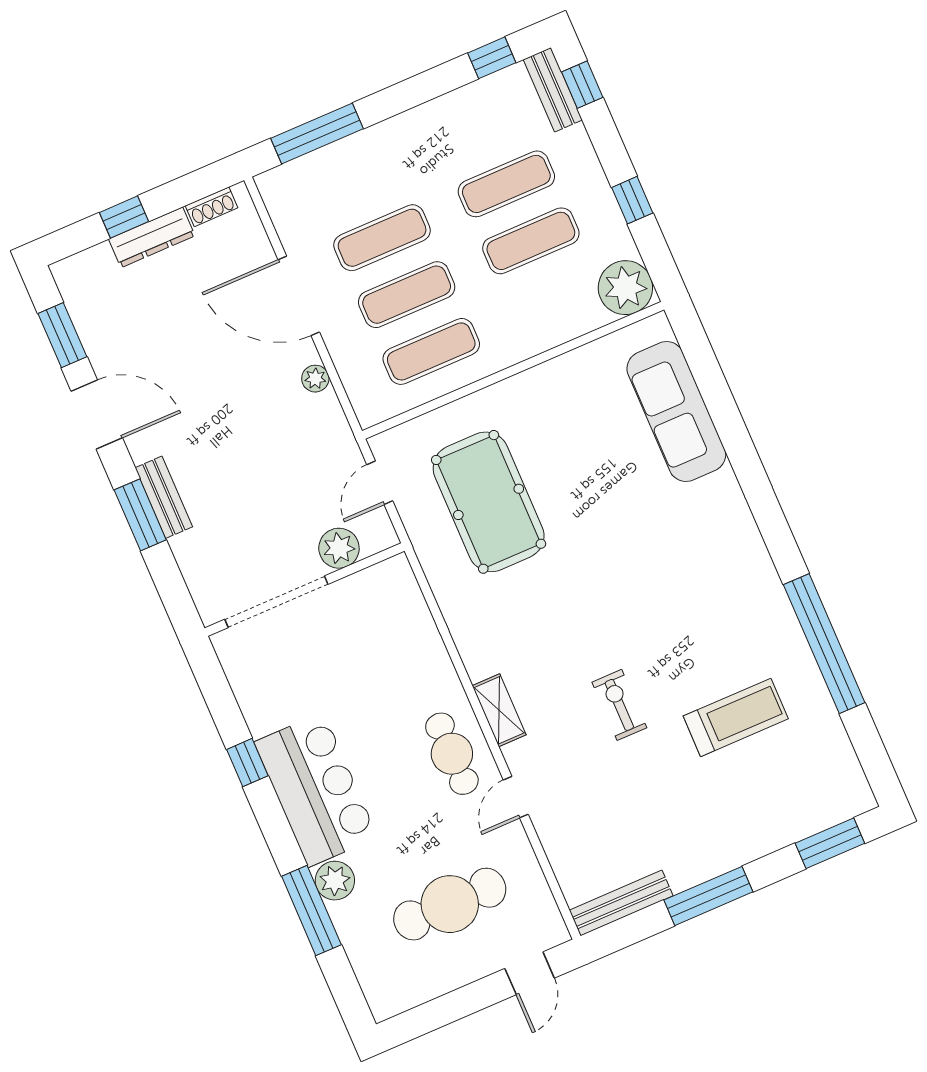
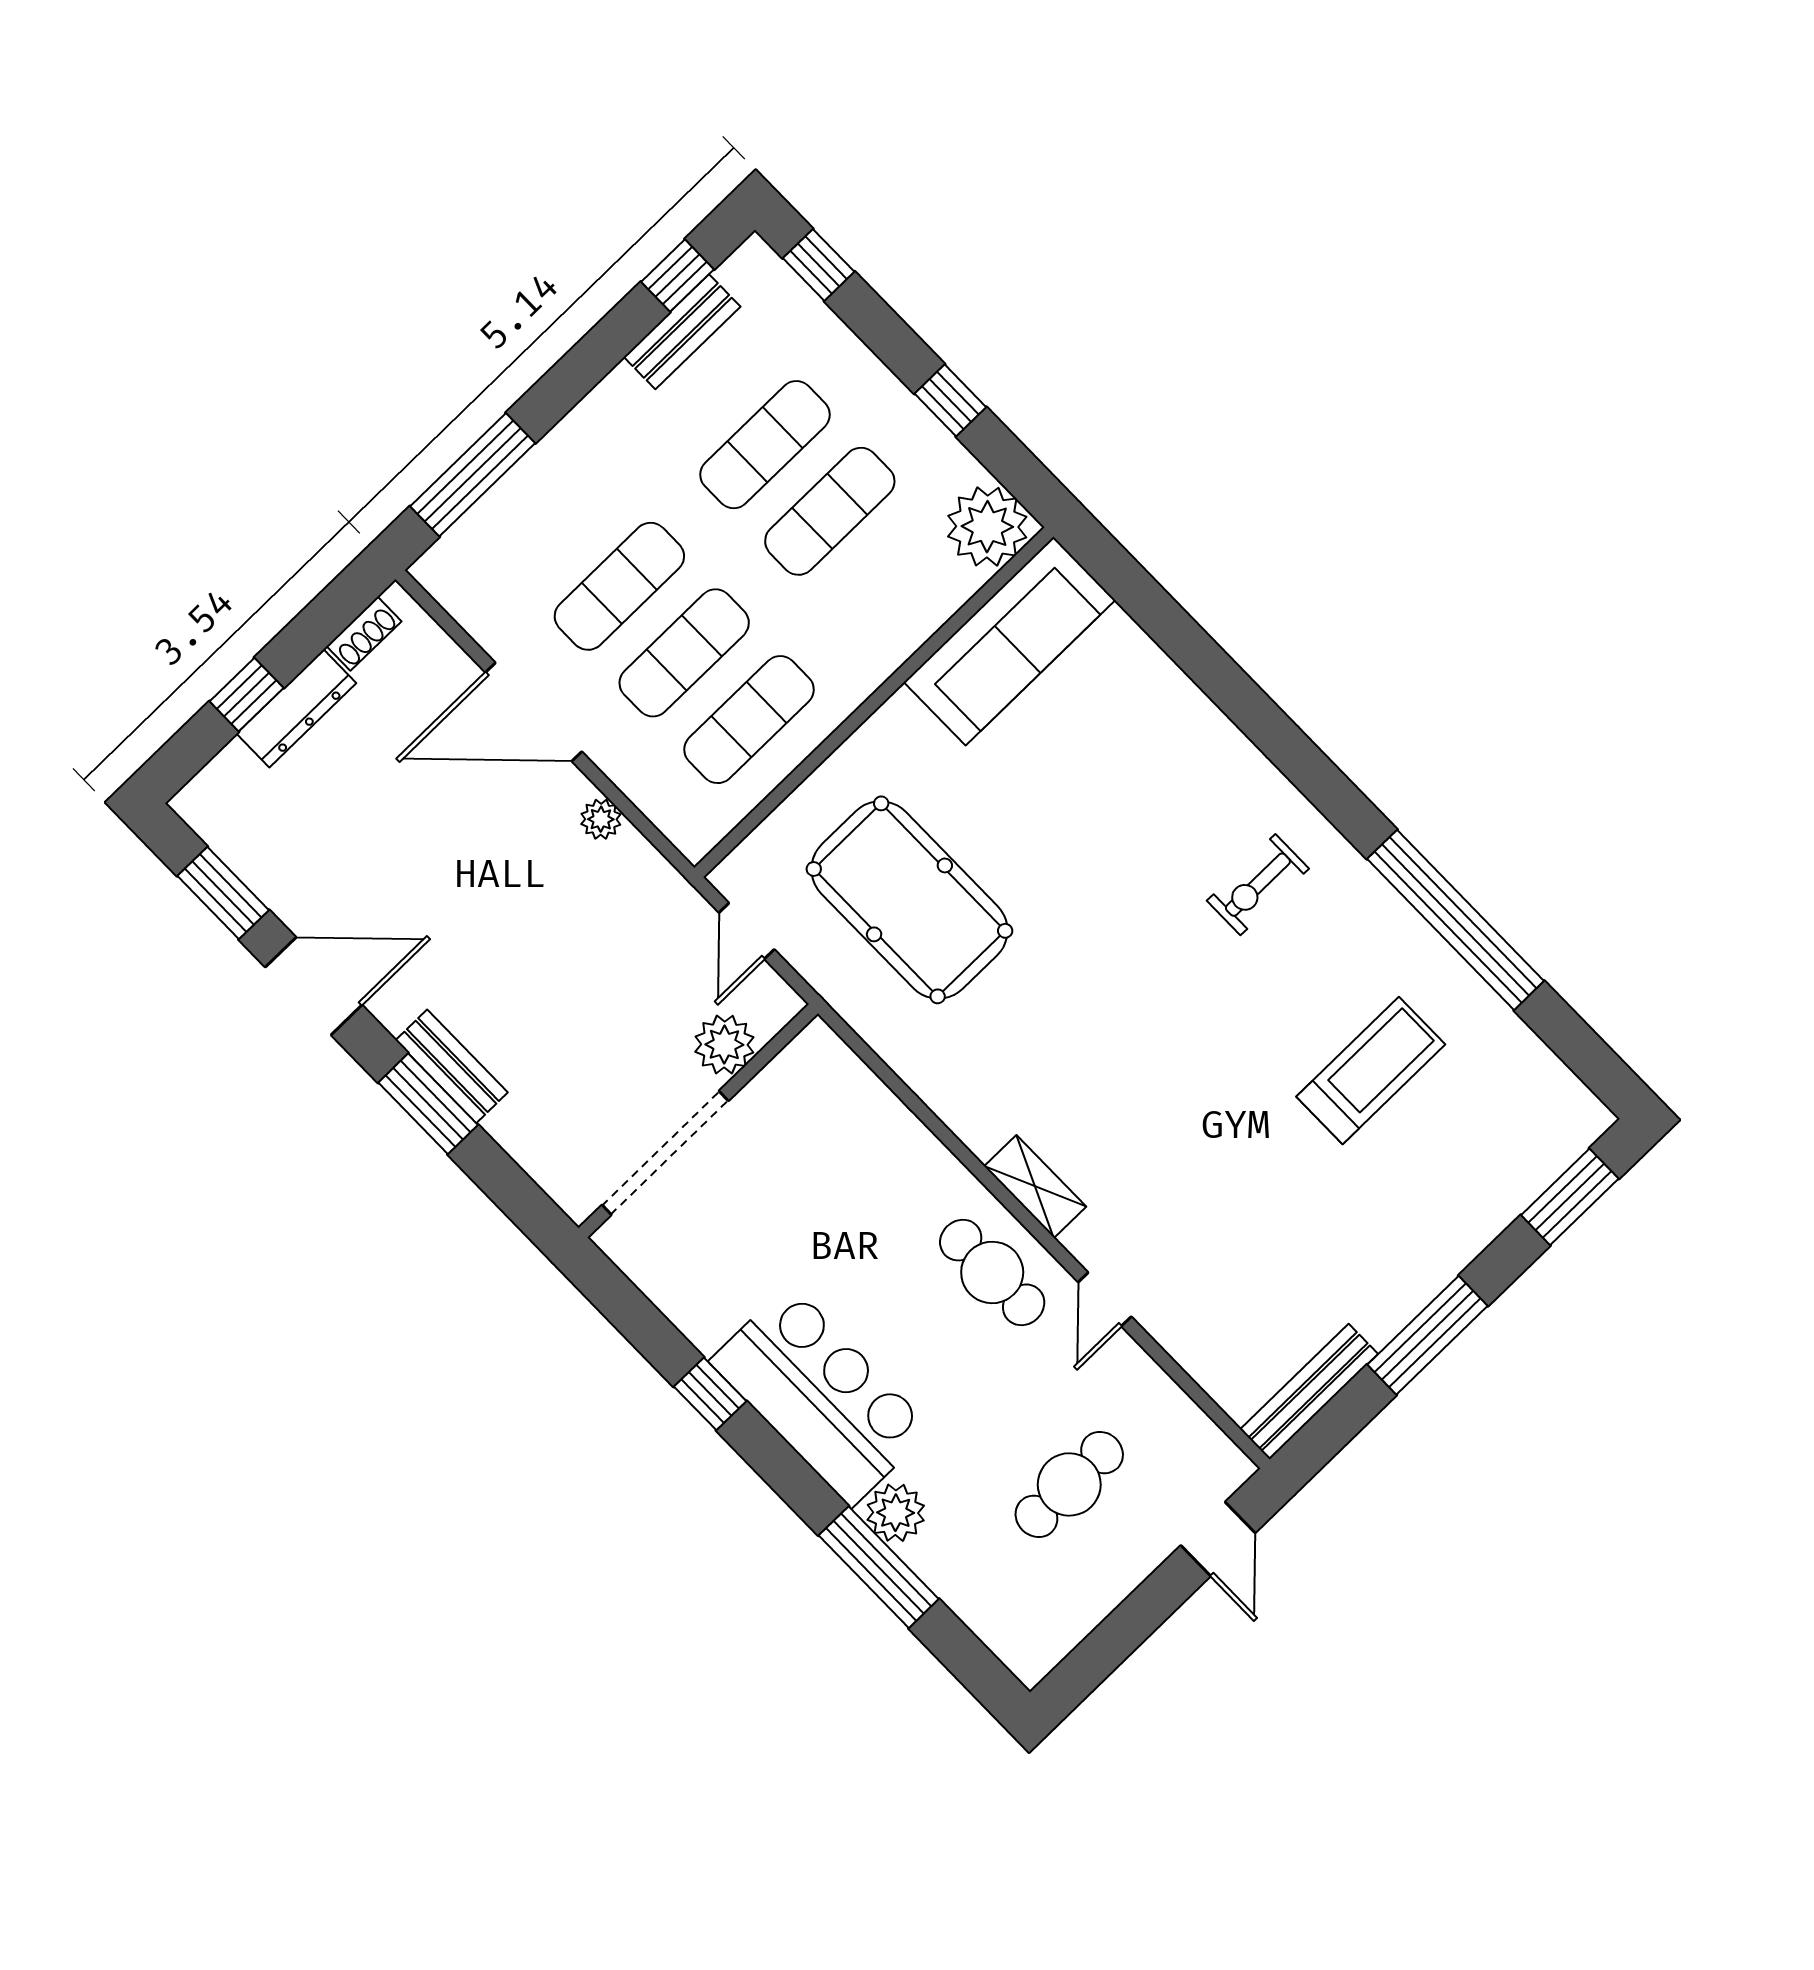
bench: (553, 90) -> (682, 332), moved, turned 90
sofa: (676, 412) -> (1010, 641), moved, turned -90
exercise bike: (619, 705) -> (1258, 885), moved, turned -90
cafe table: (450, 904) -> (1069, 1484), width x0.73, depth x0.74

